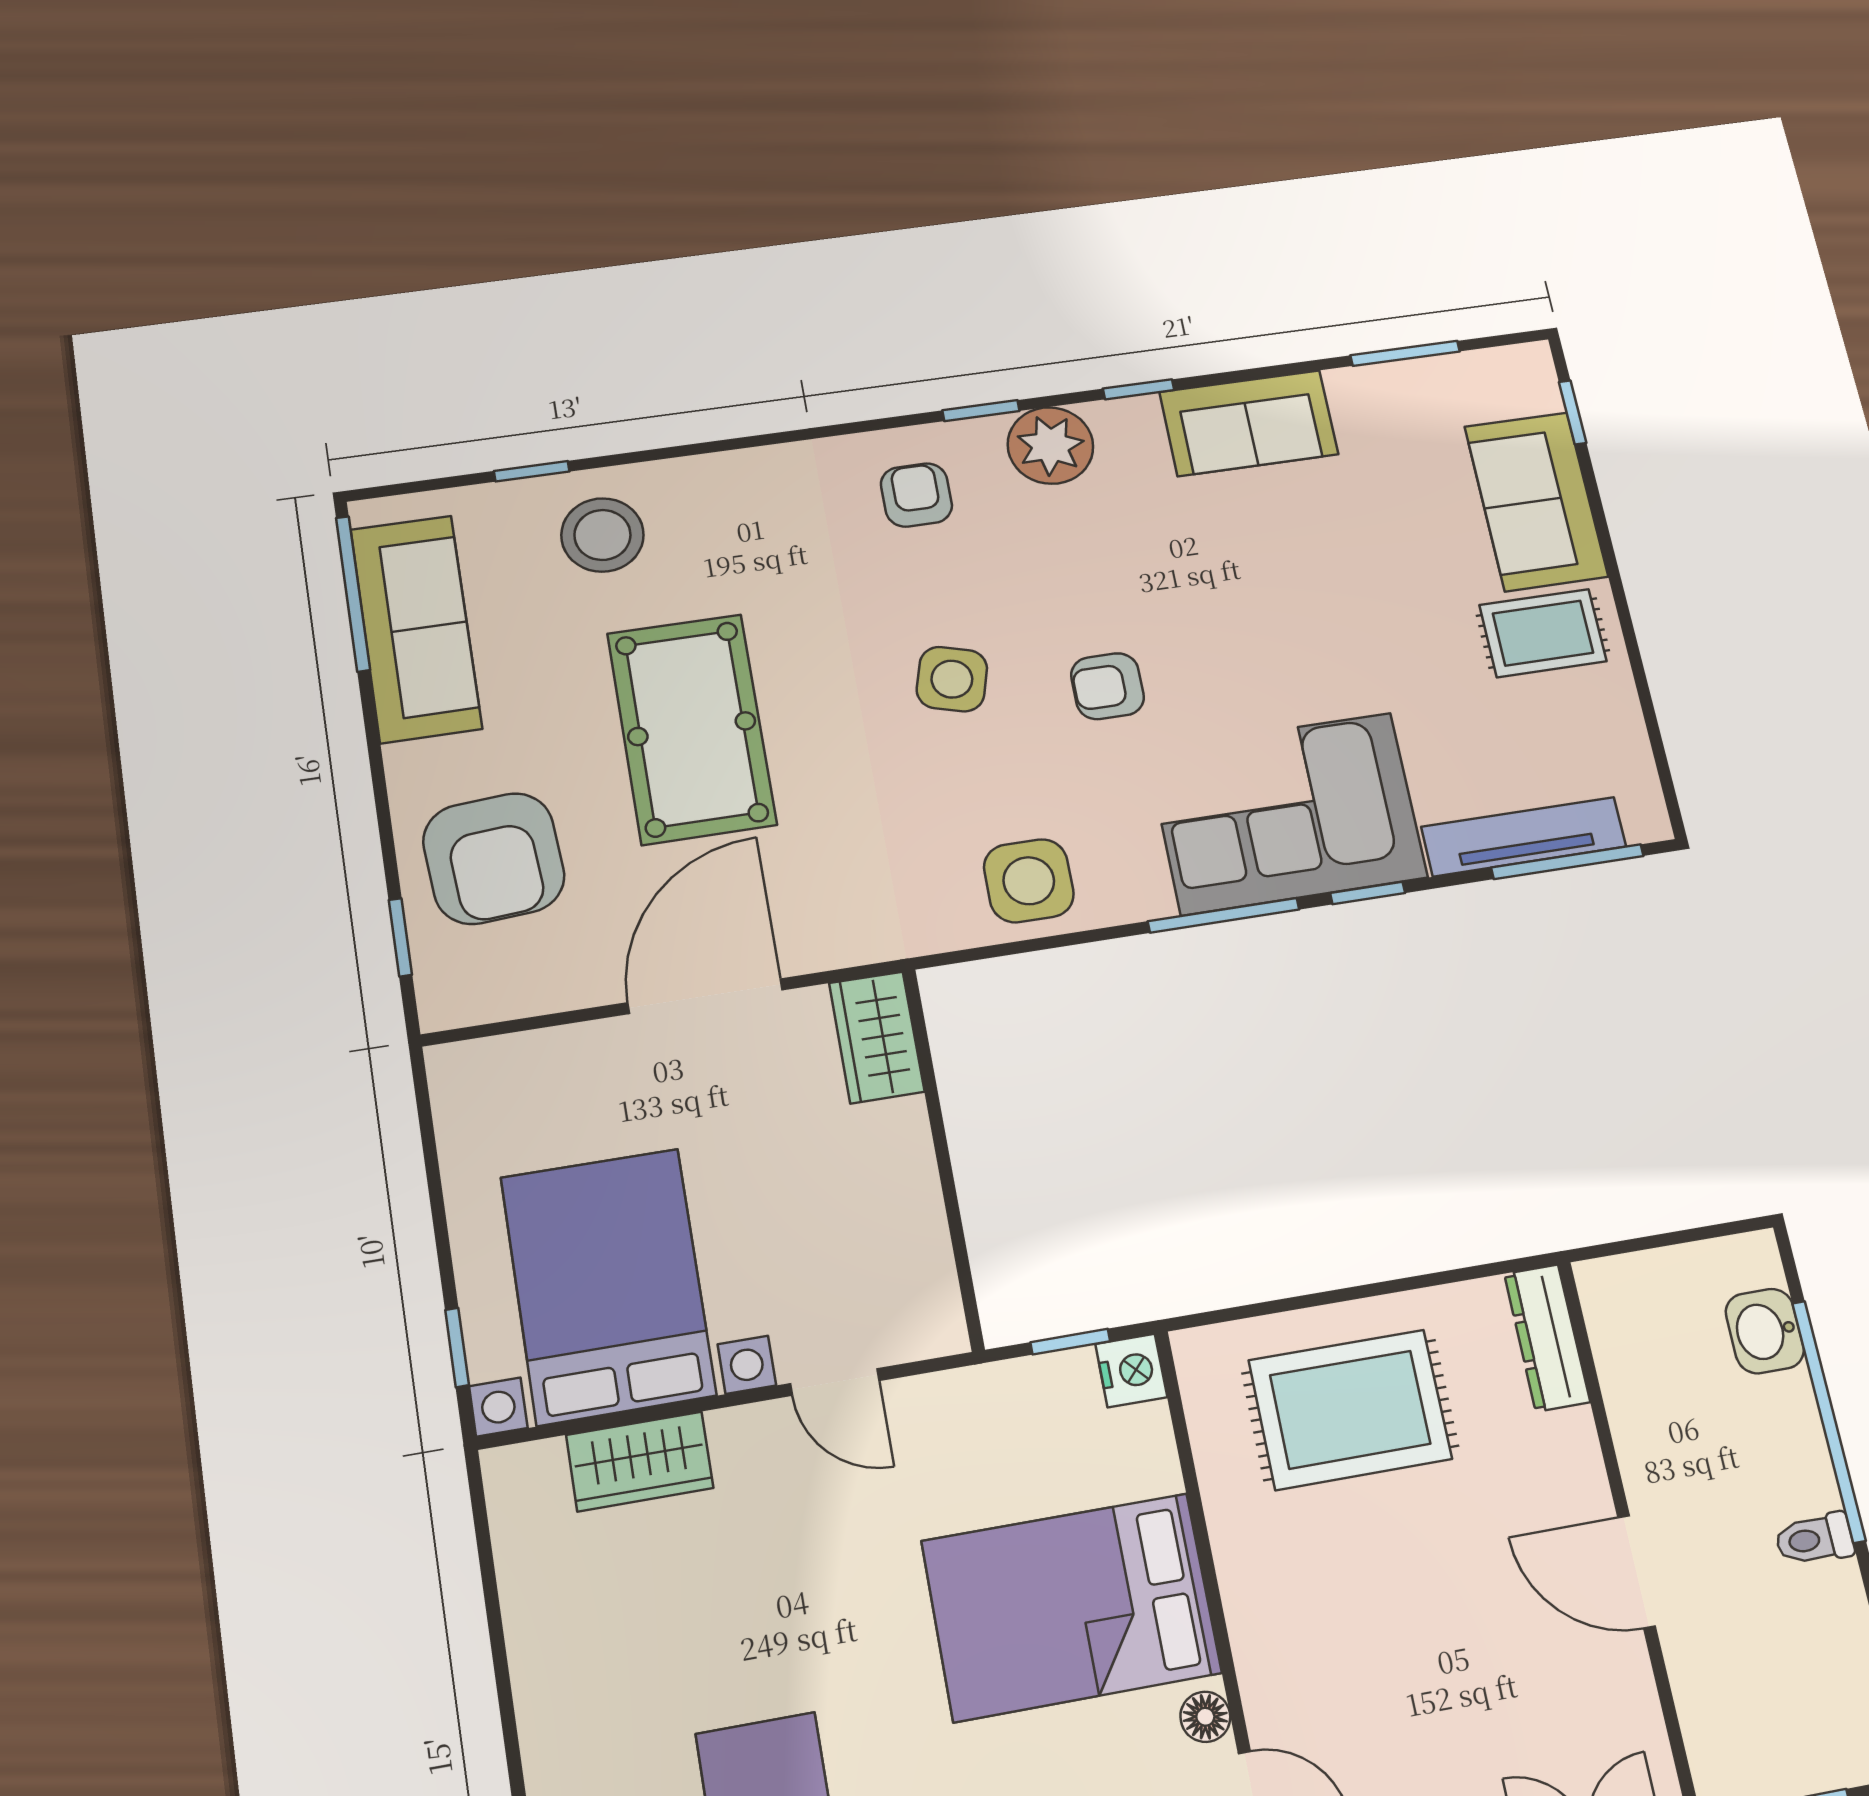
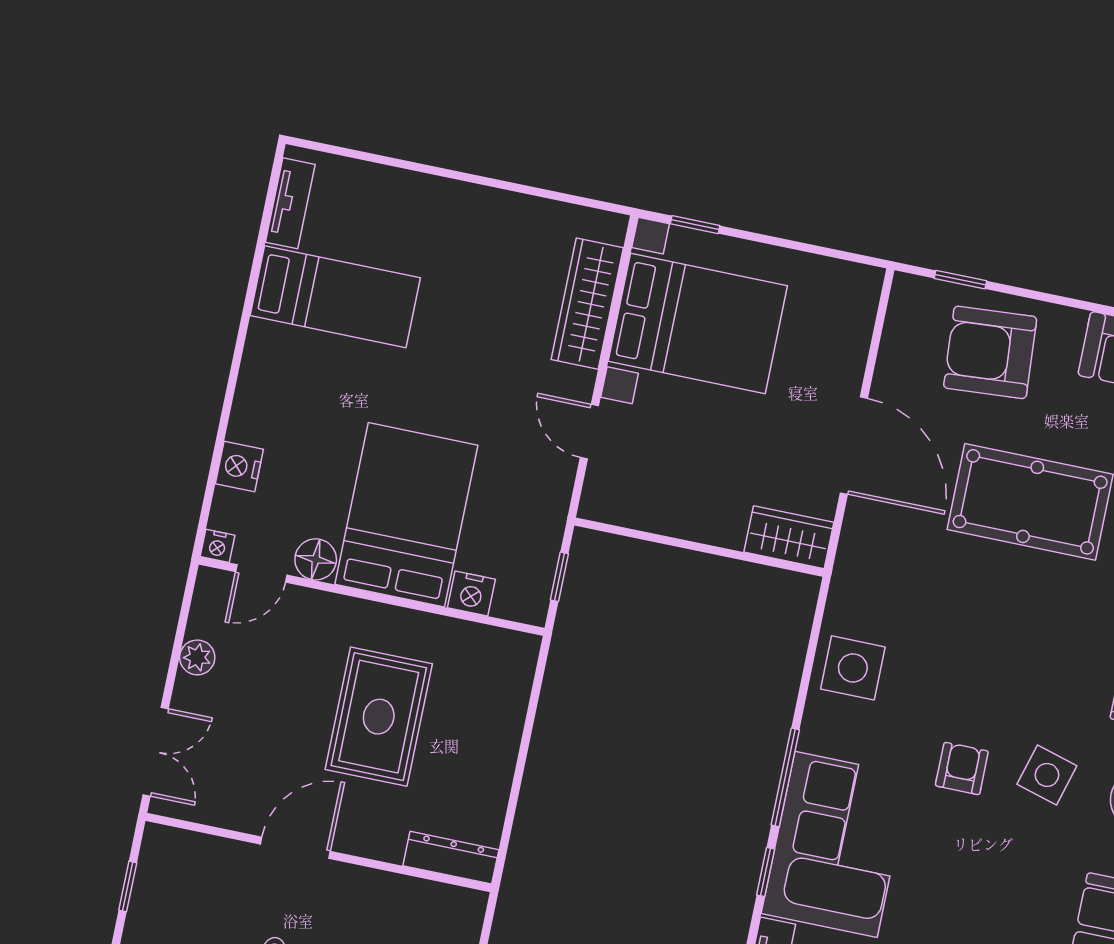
side table: (952, 679) -> (1047, 775), moved
nightstand: (1131, 1371) -> (471, 593), moved
door: (835, 1382) -> (589, 432), hinge flipped
rug: (1350, 1410) -> (379, 717), moved
wardrobe: (640, 1461) -> (587, 304), width x1.50
floor lamp: (1205, 1717) -> (316, 559), width x1.37, depth x1.37

